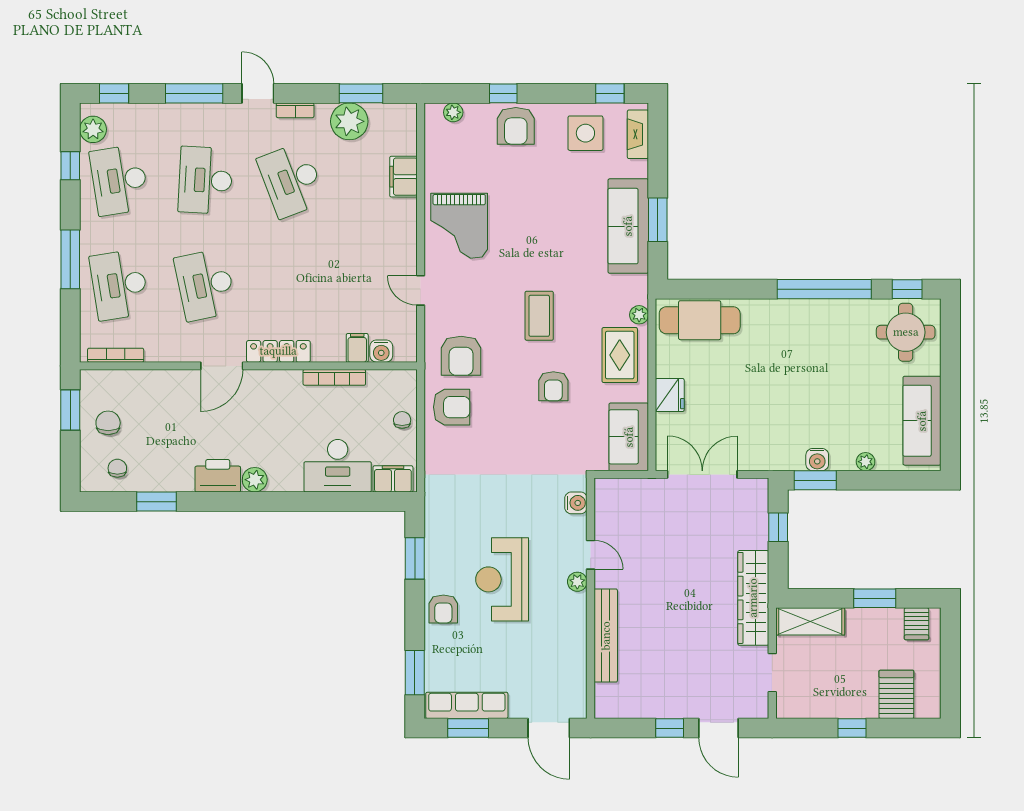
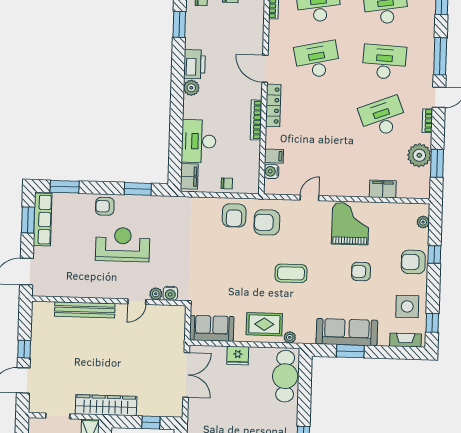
grand piano: (459, 226) -> (350, 224), turned 90
bookcase: (334, 377) -> (256, 120), moved
armchair: (553, 386) -> (361, 272), moved
plant: (577, 582) -> (156, 294), moved

